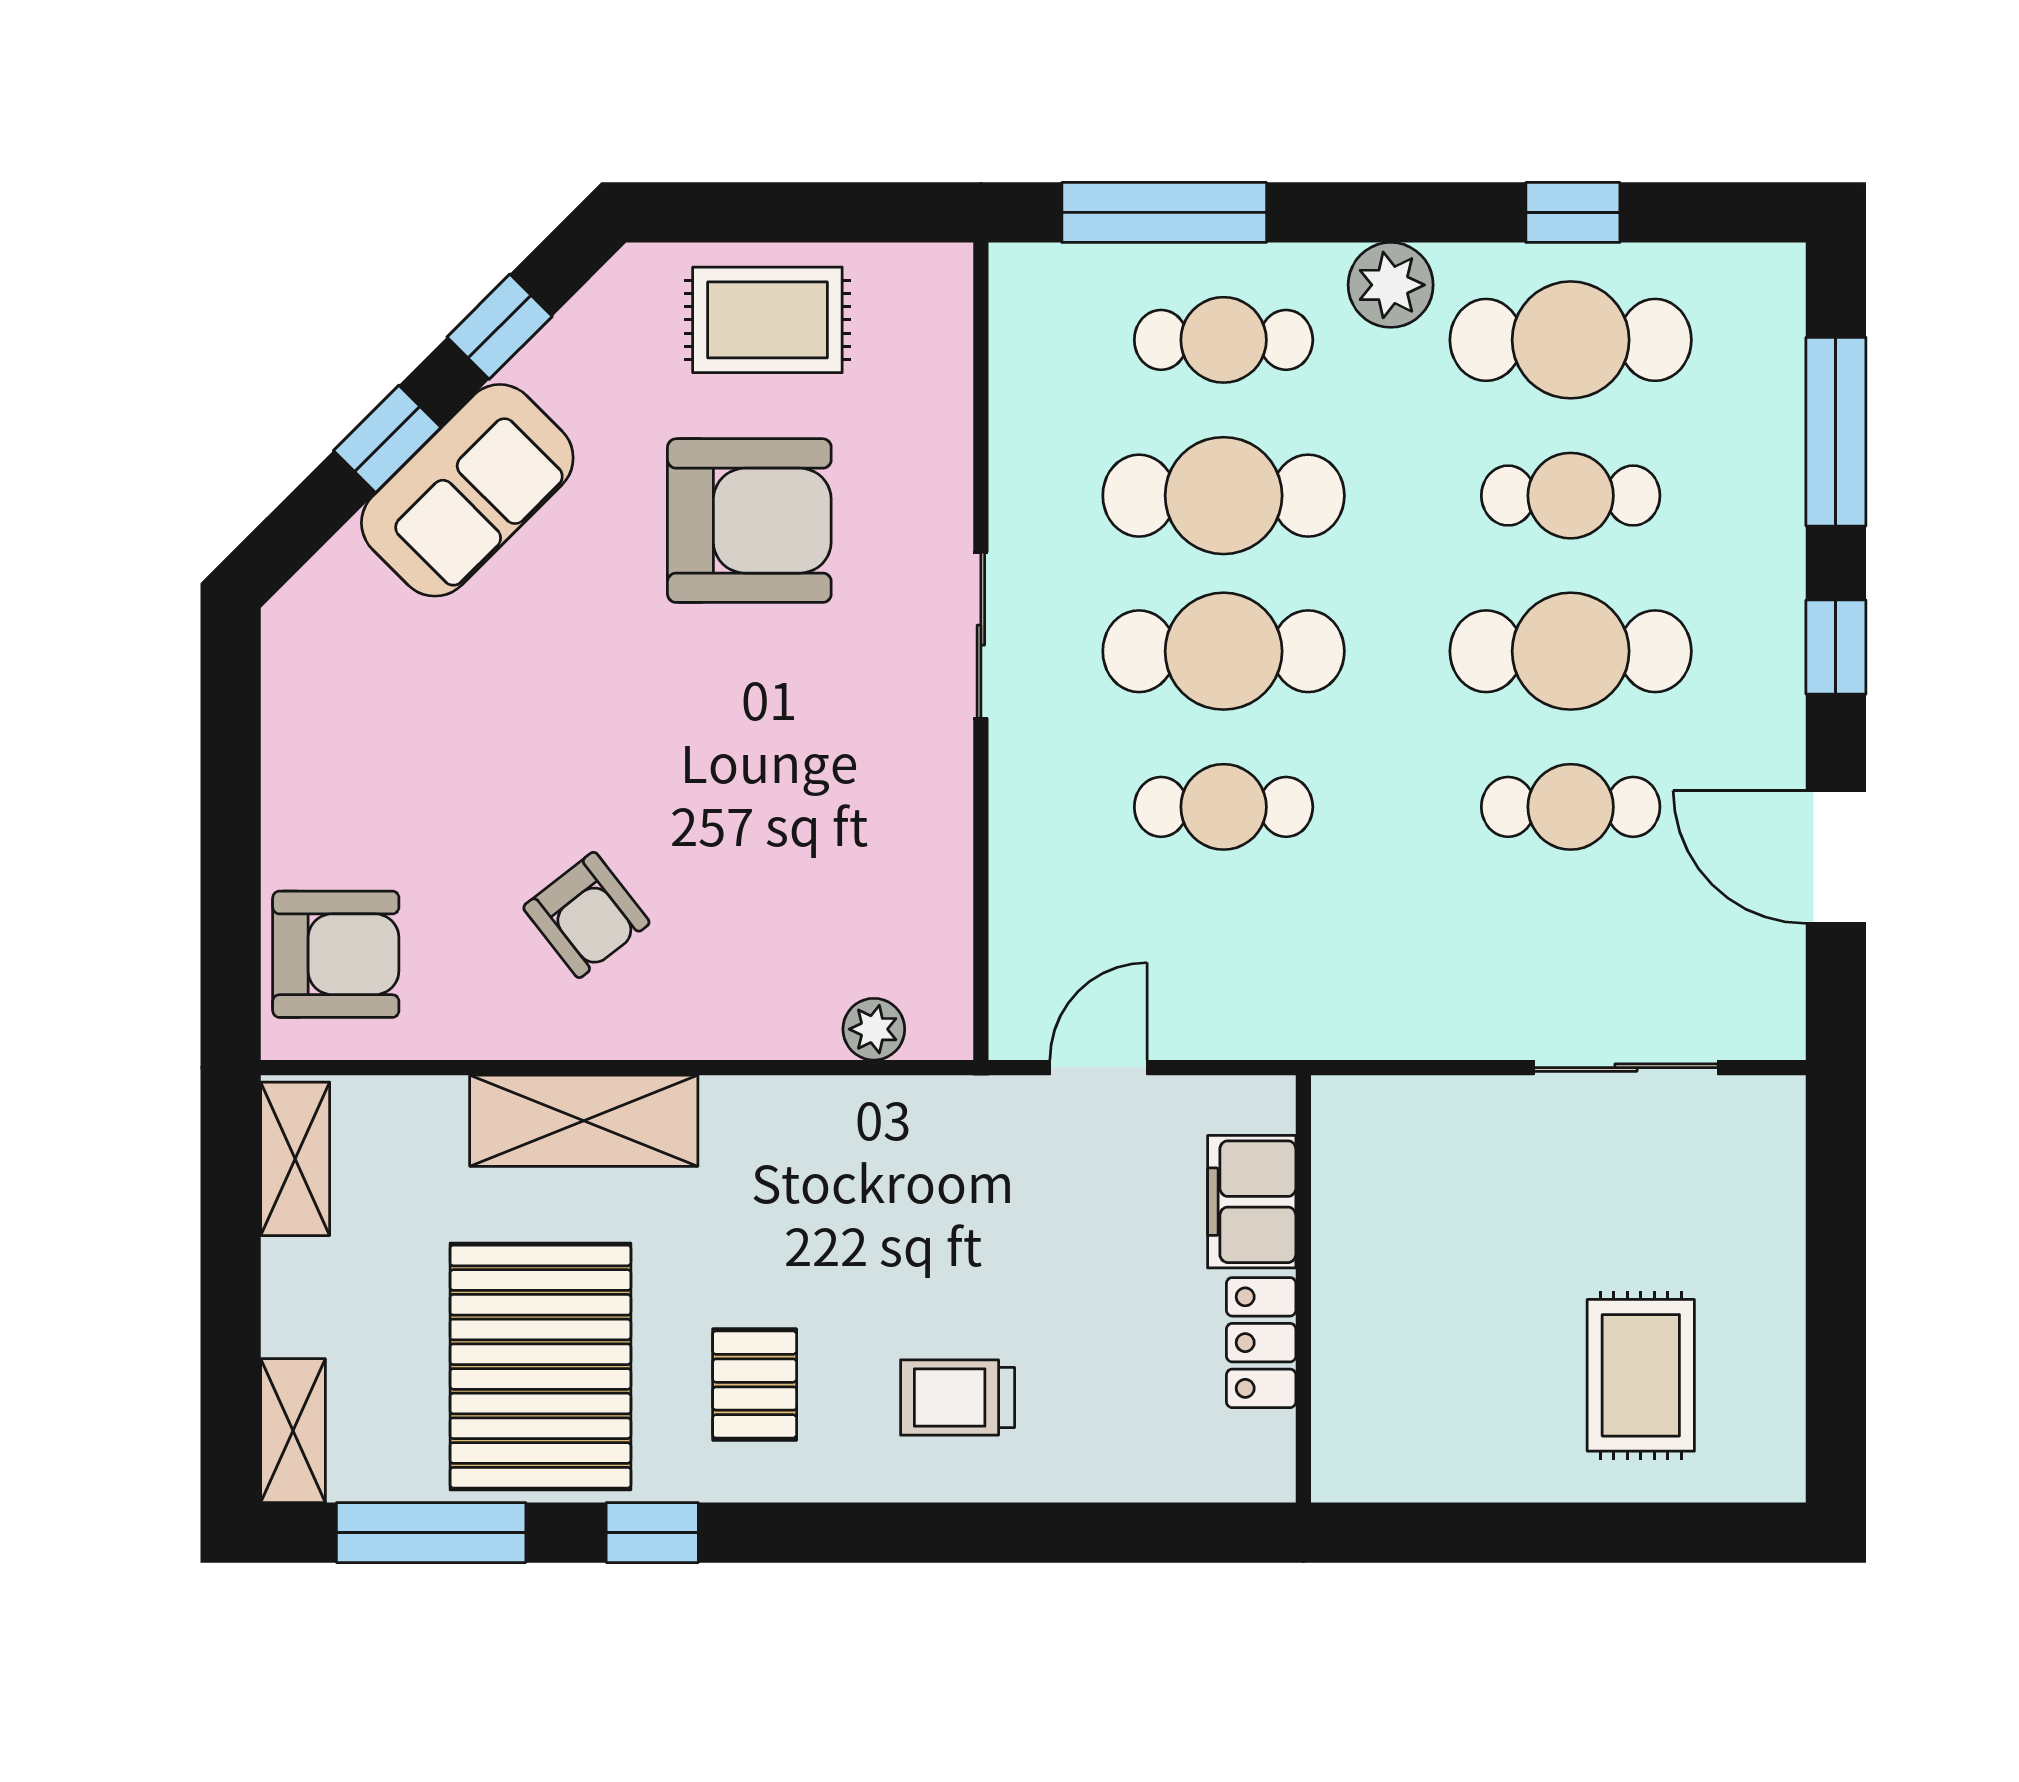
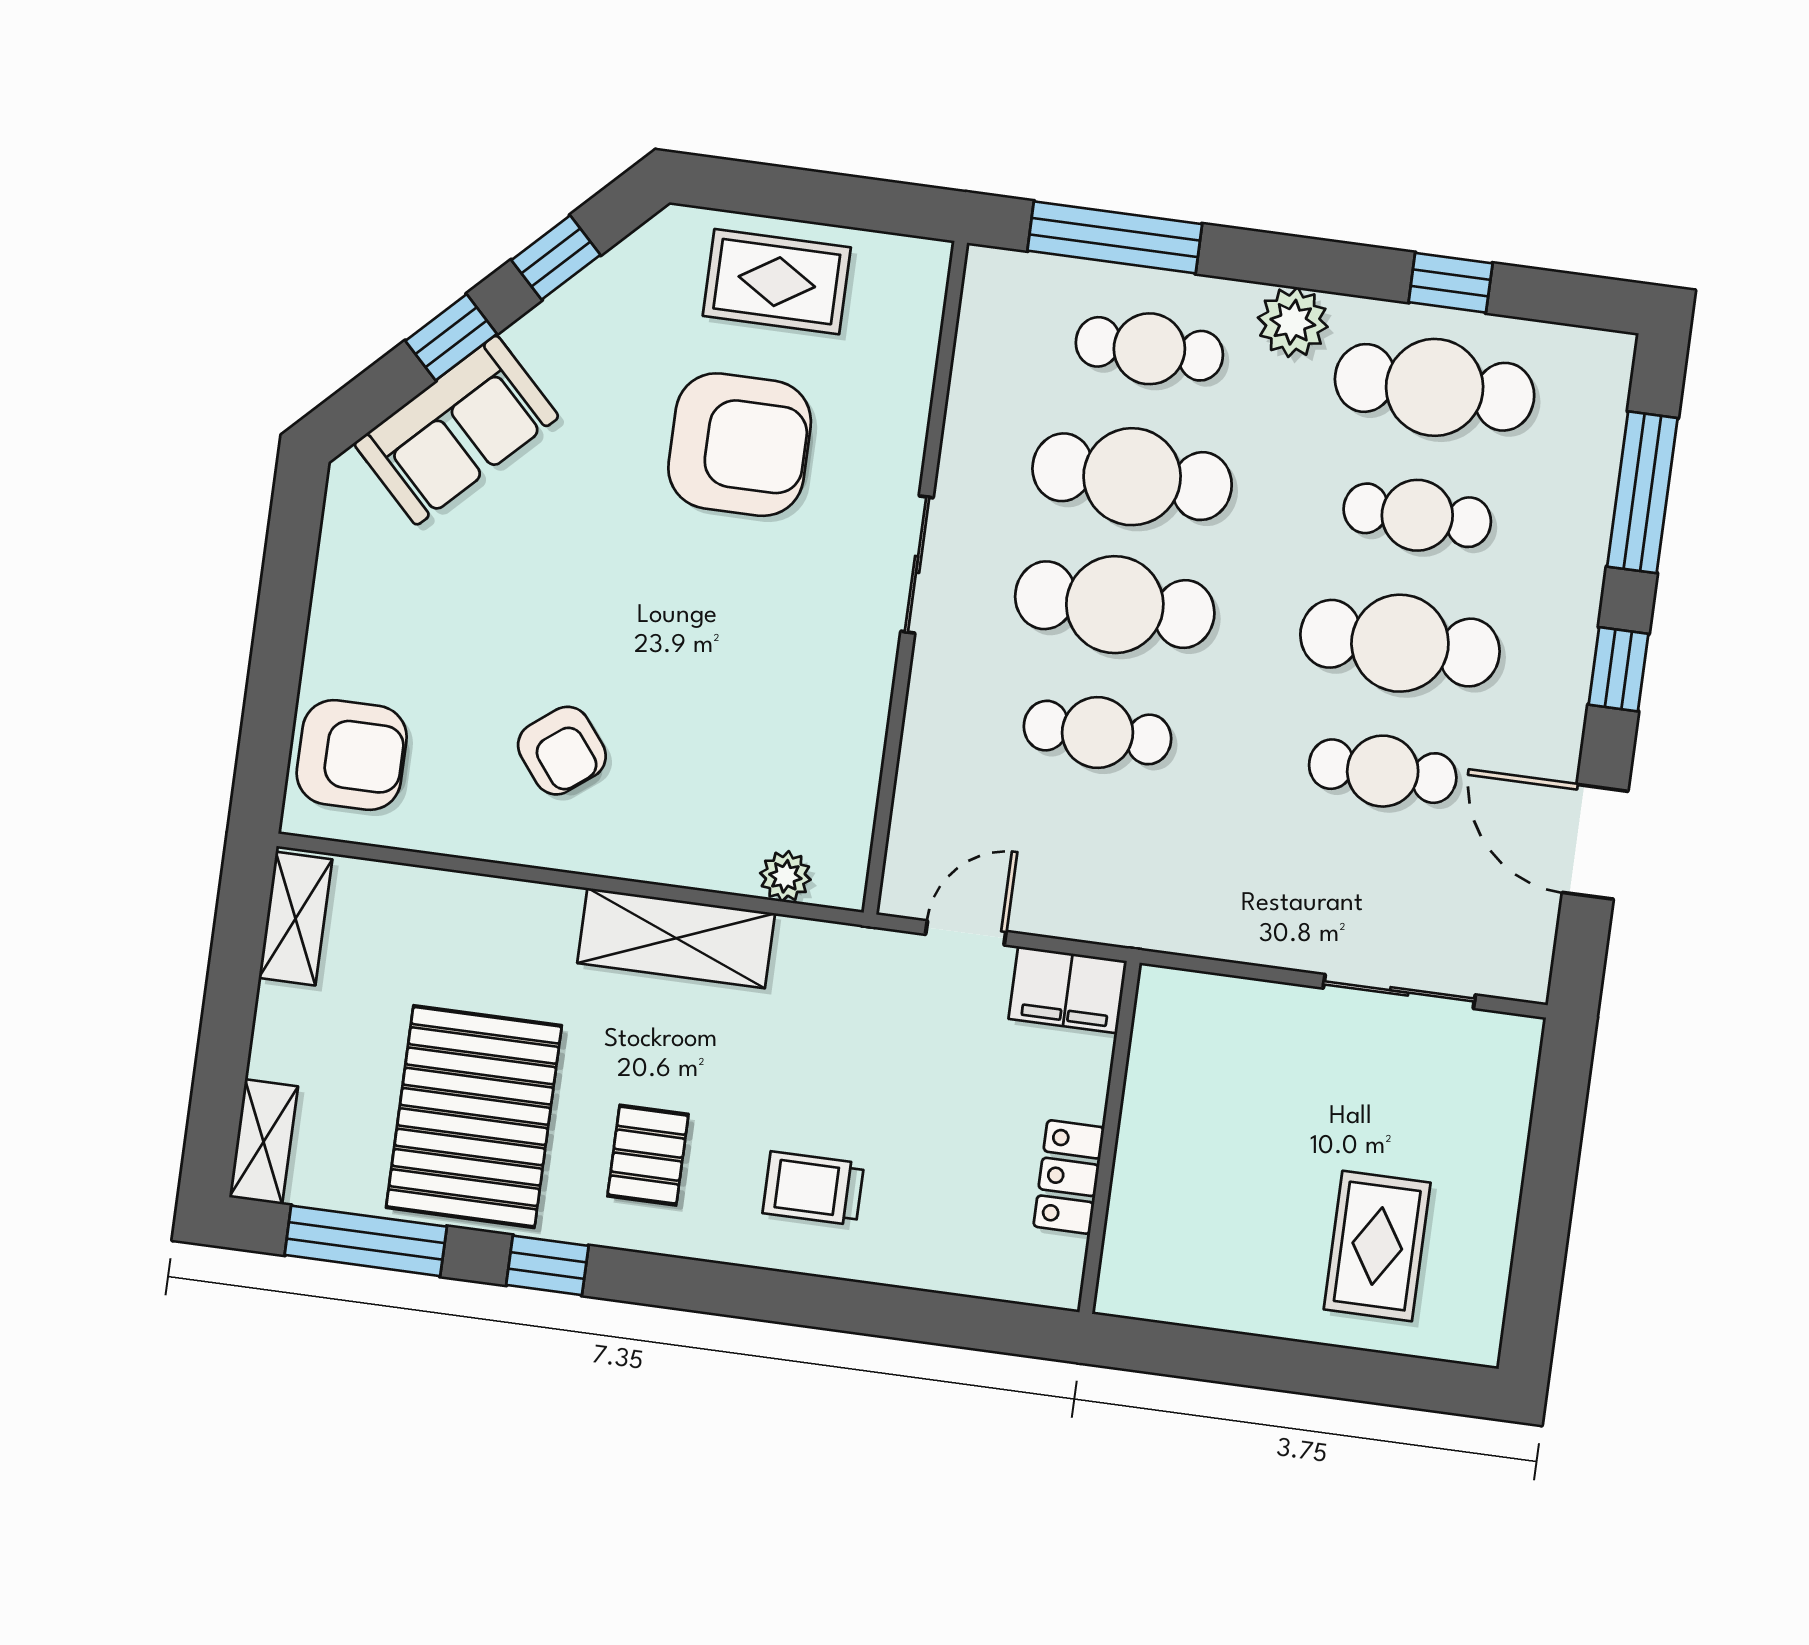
sofa: (467, 490) -> (456, 430), moved
shelving: (584, 1121) -> (676, 938), moved
filing cabinet: (1252, 1202) -> (1068, 990), moved, turned -90

